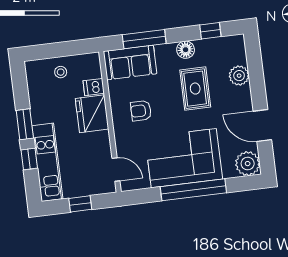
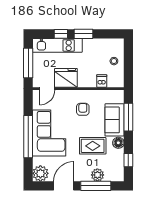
sofa: (130, 63) -> (115, 120), moved
window: (256, 76) -> (96, 186), added
fridge: (92, 114) -> (66, 78), moved
window: (80, 204) -> (28, 63), width x2.17

